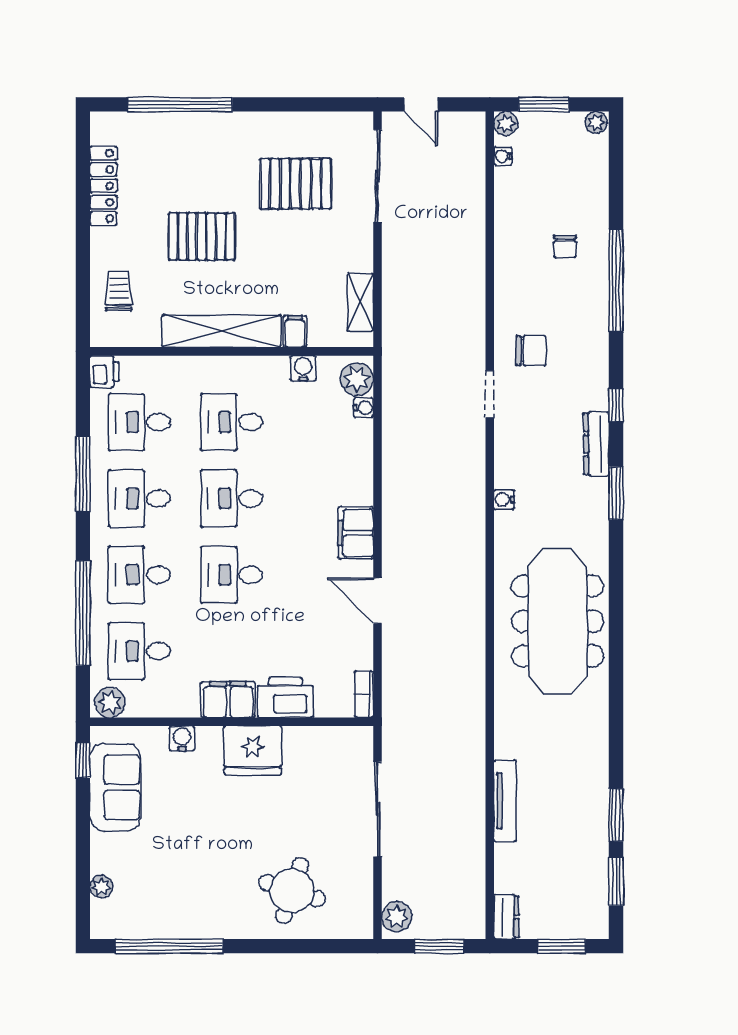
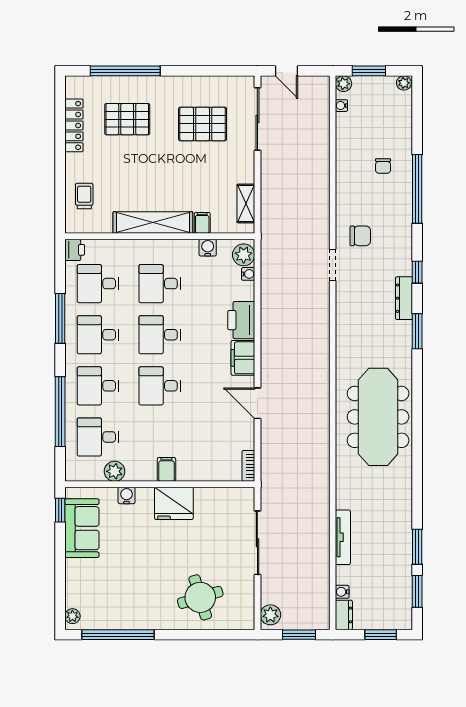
pallet: (202, 236) -> (127, 119), moved
water cooler: (504, 500) -> (342, 592), moved
printer: (285, 697) -> (241, 320), moved, turned -90
filing cabinet: (228, 700) -> (166, 469), width x0.50
plant: (110, 702) -> (115, 471), moved
plant: (101, 887) -> (72, 616), moved
round table: (292, 891) -> (200, 597), turned -35

